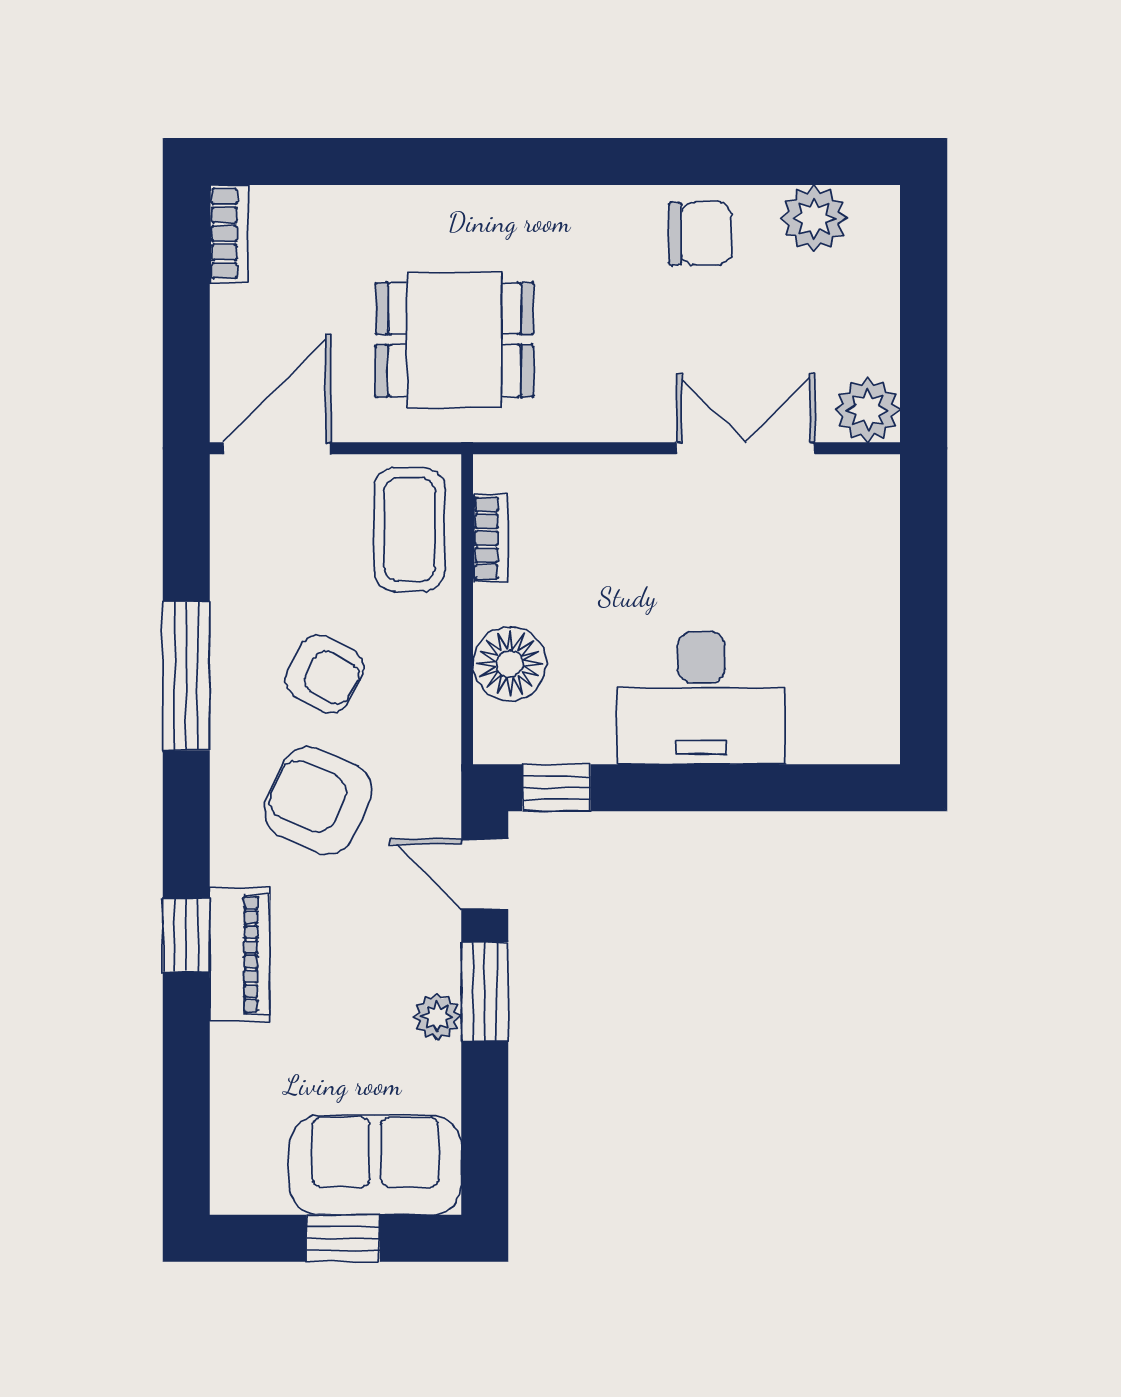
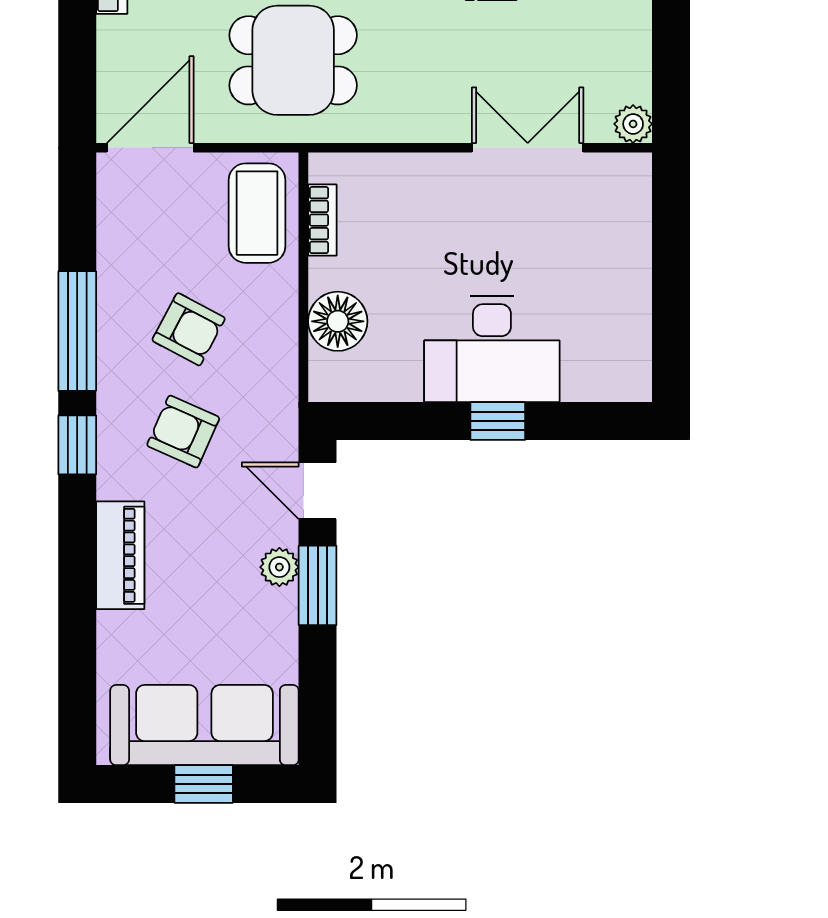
plant: (868, 410) -> (633, 124), width x0.73, depth x0.73
window: (556, 788) -> (498, 421), moved
armchair: (318, 801) -> (183, 432), width x0.72, depth x0.72
window: (186, 935) -> (77, 445), moved
plant: (437, 1017) -> (279, 567), moved
sofa: (375, 1165) -> (204, 725), width x1.36

